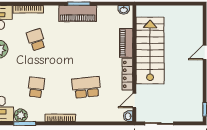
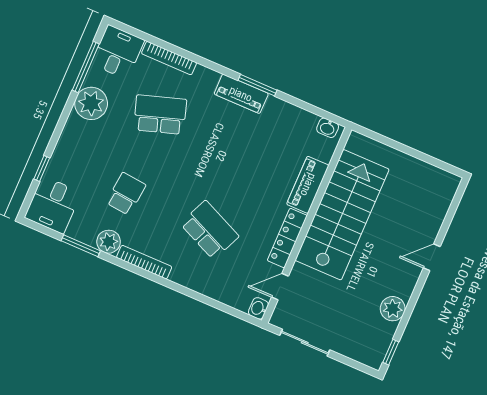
piano: (78, 14) -> (241, 94), width x0.73, depth x0.75
school desk: (36, 40) -> (160, 115), width x1.85
school desk: (86, 87) -> (209, 230), turned 30
plant: (196, 87) -> (393, 309), added
plant: (21, 115) -> (109, 242), moved

